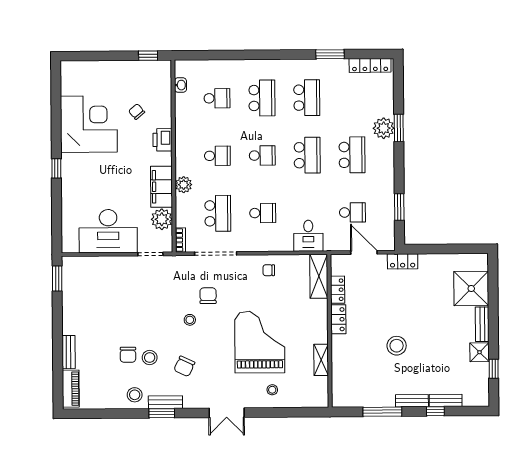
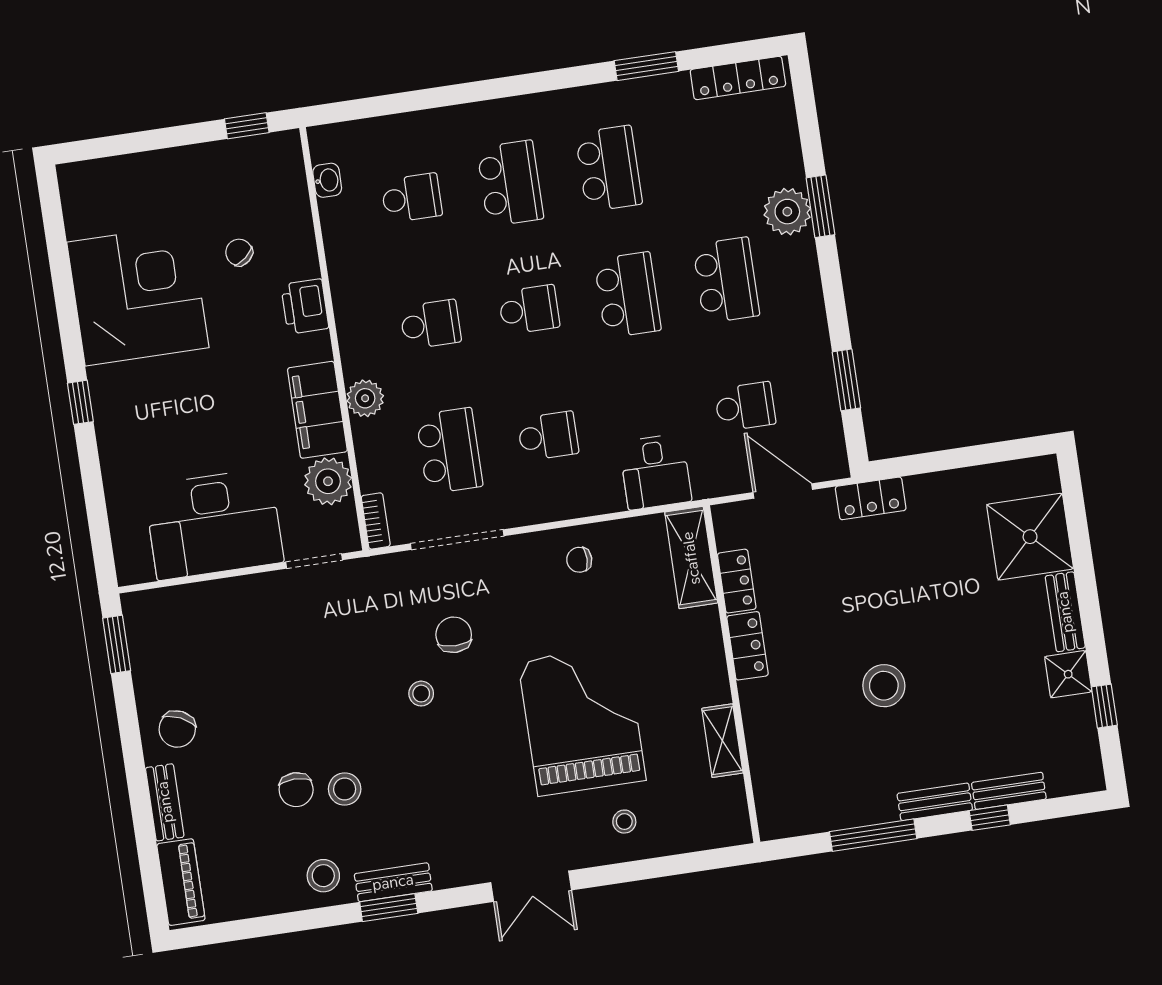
chair: (184, 366) -> (177, 729), moved

